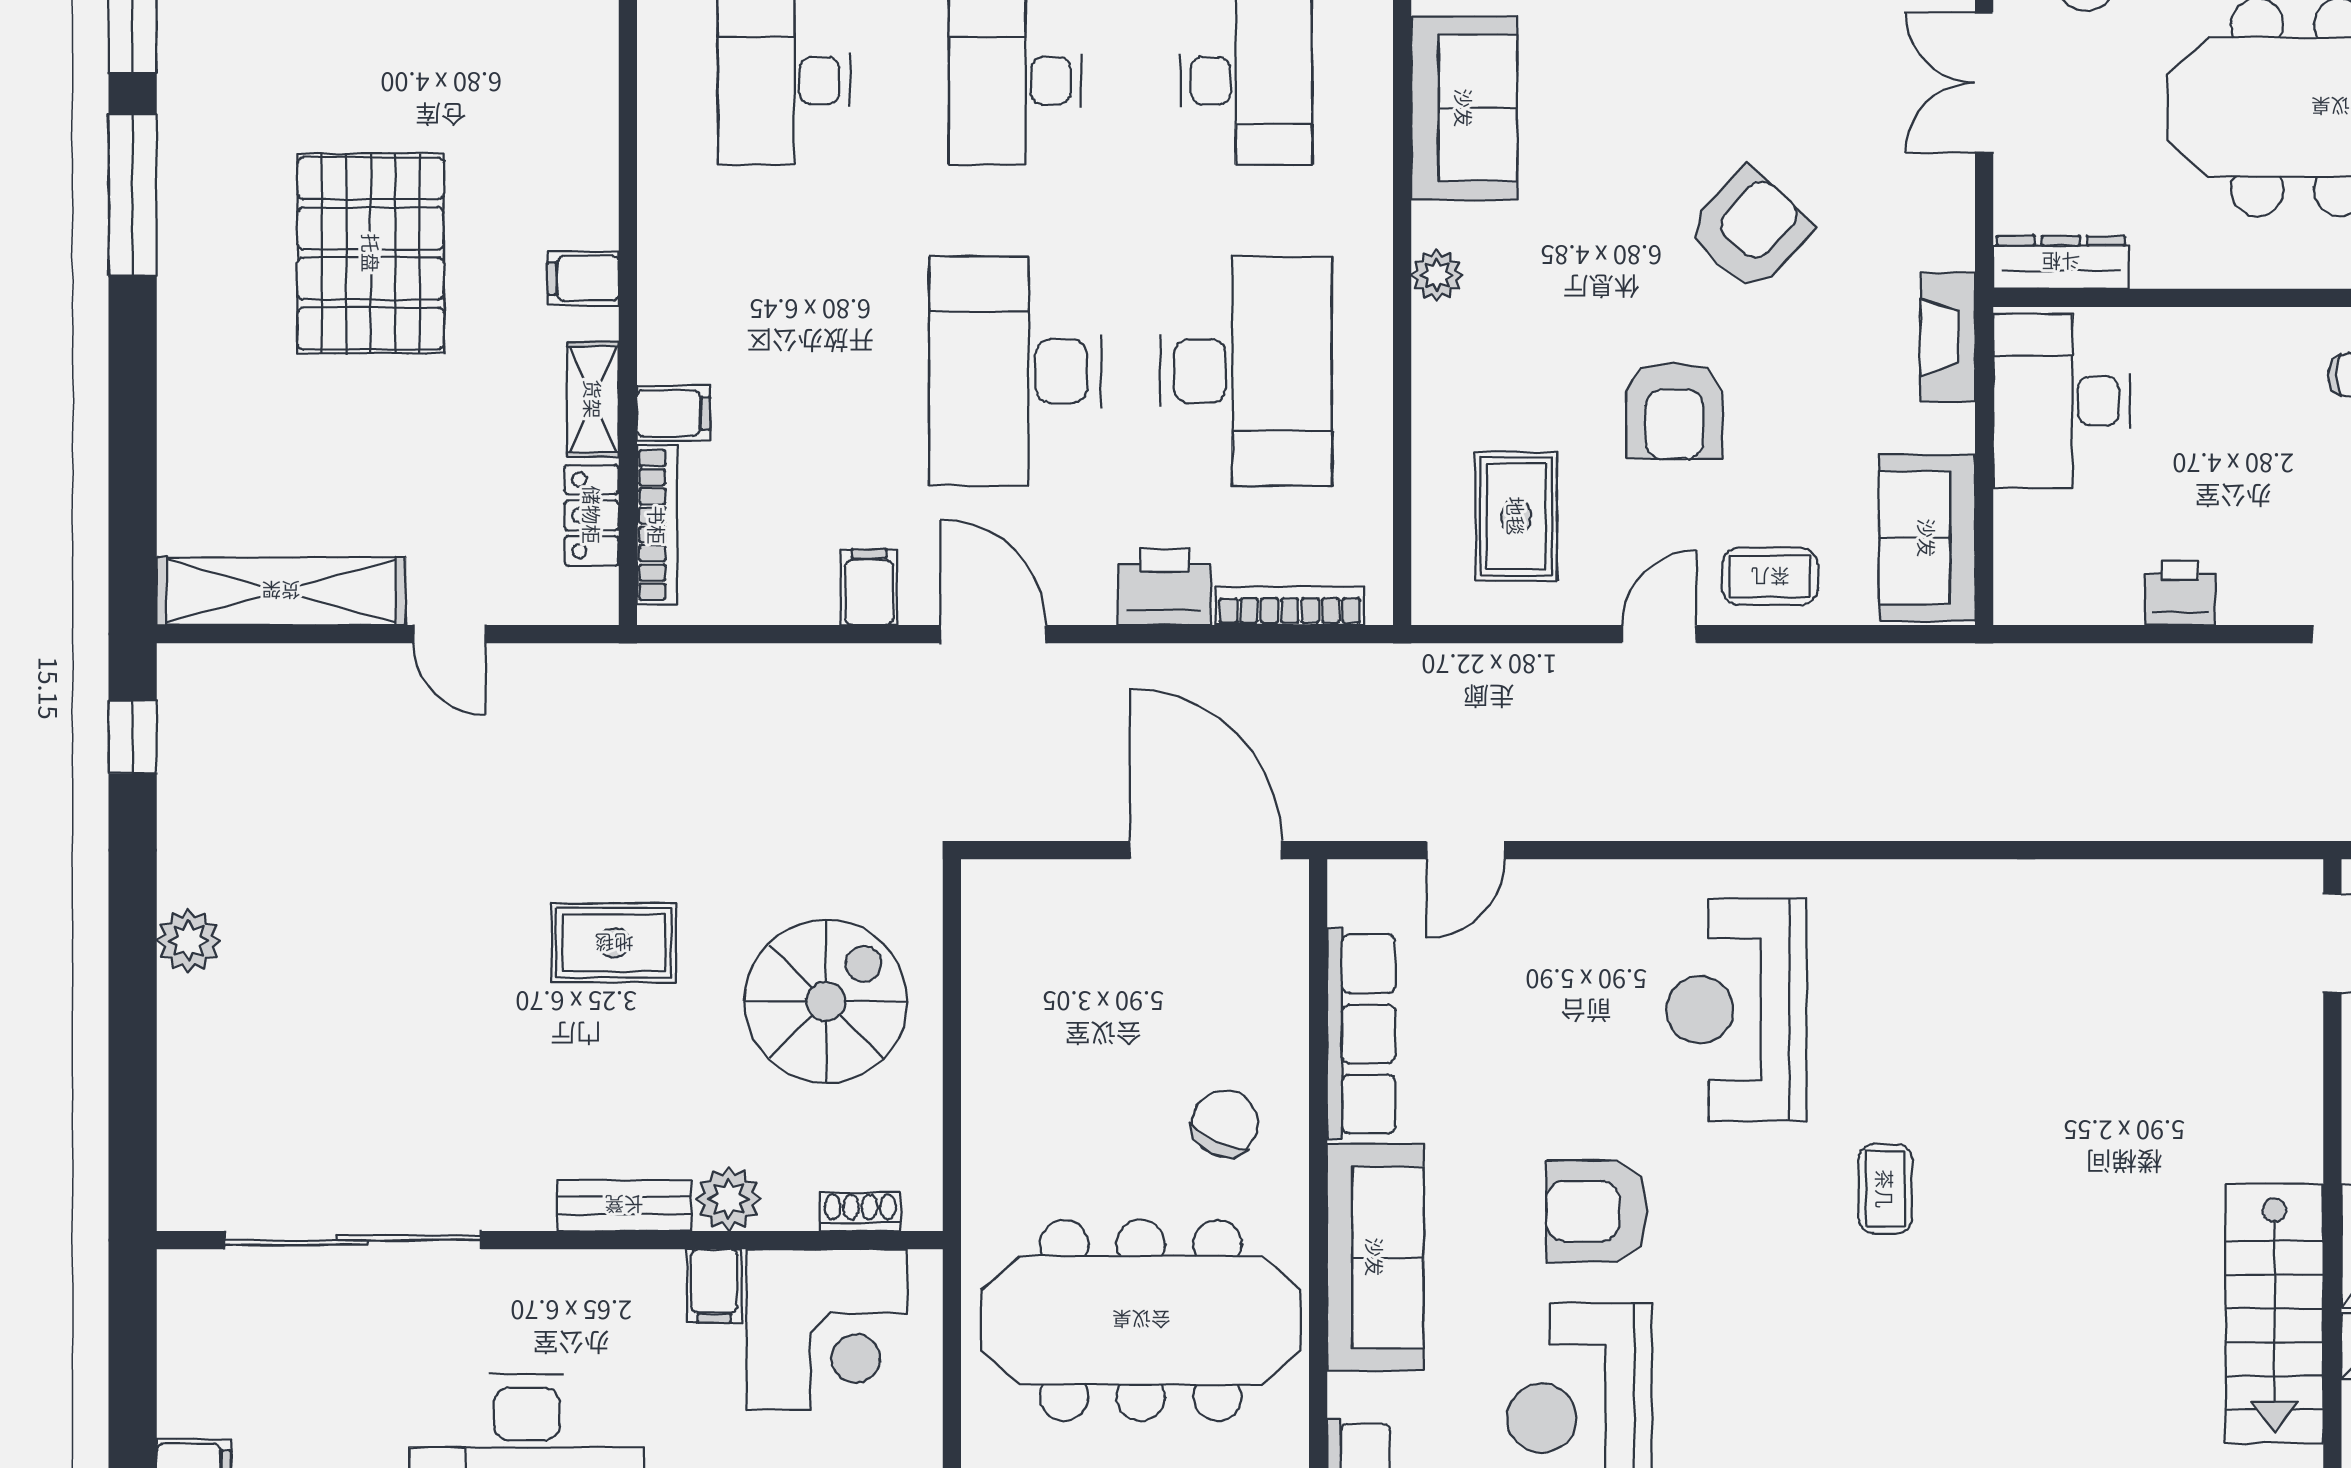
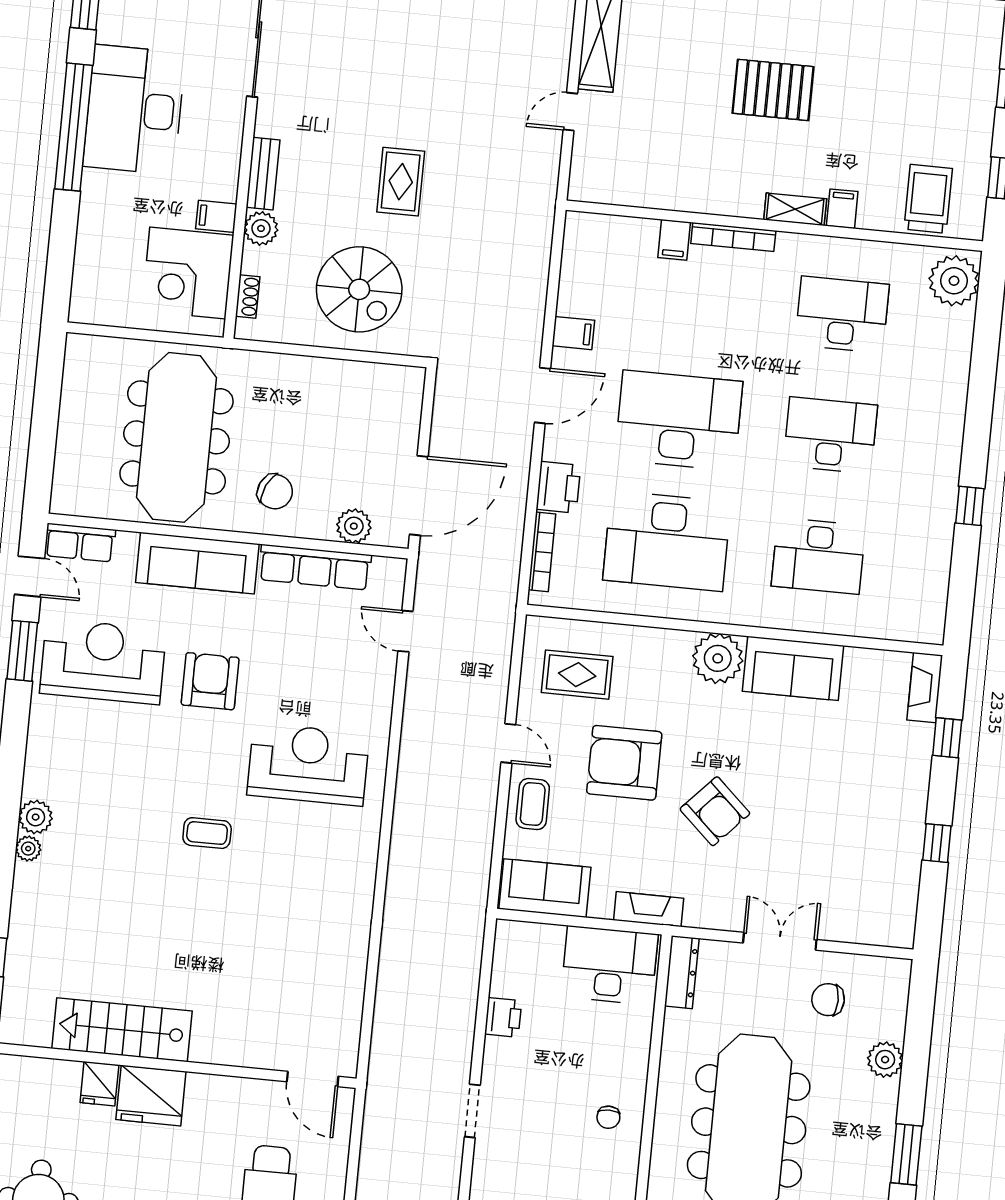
pallet: (371, 253) -> (773, 90), width x0.73, depth x0.71
plant: (1437, 275) -> (718, 658), width x1.87, depth x1.87
filing cabinet: (583, 278) -> (842, 209), moved
shelving: (593, 399) -> (795, 209), moved
armchair: (1674, 411) -> (624, 763), width x1.36, depth x1.36
locker: (592, 515) -> (625, 192), removed
bookcase: (657, 525) -> (733, 237), moved
plant: (1276, 967) -> (354, 526), added

